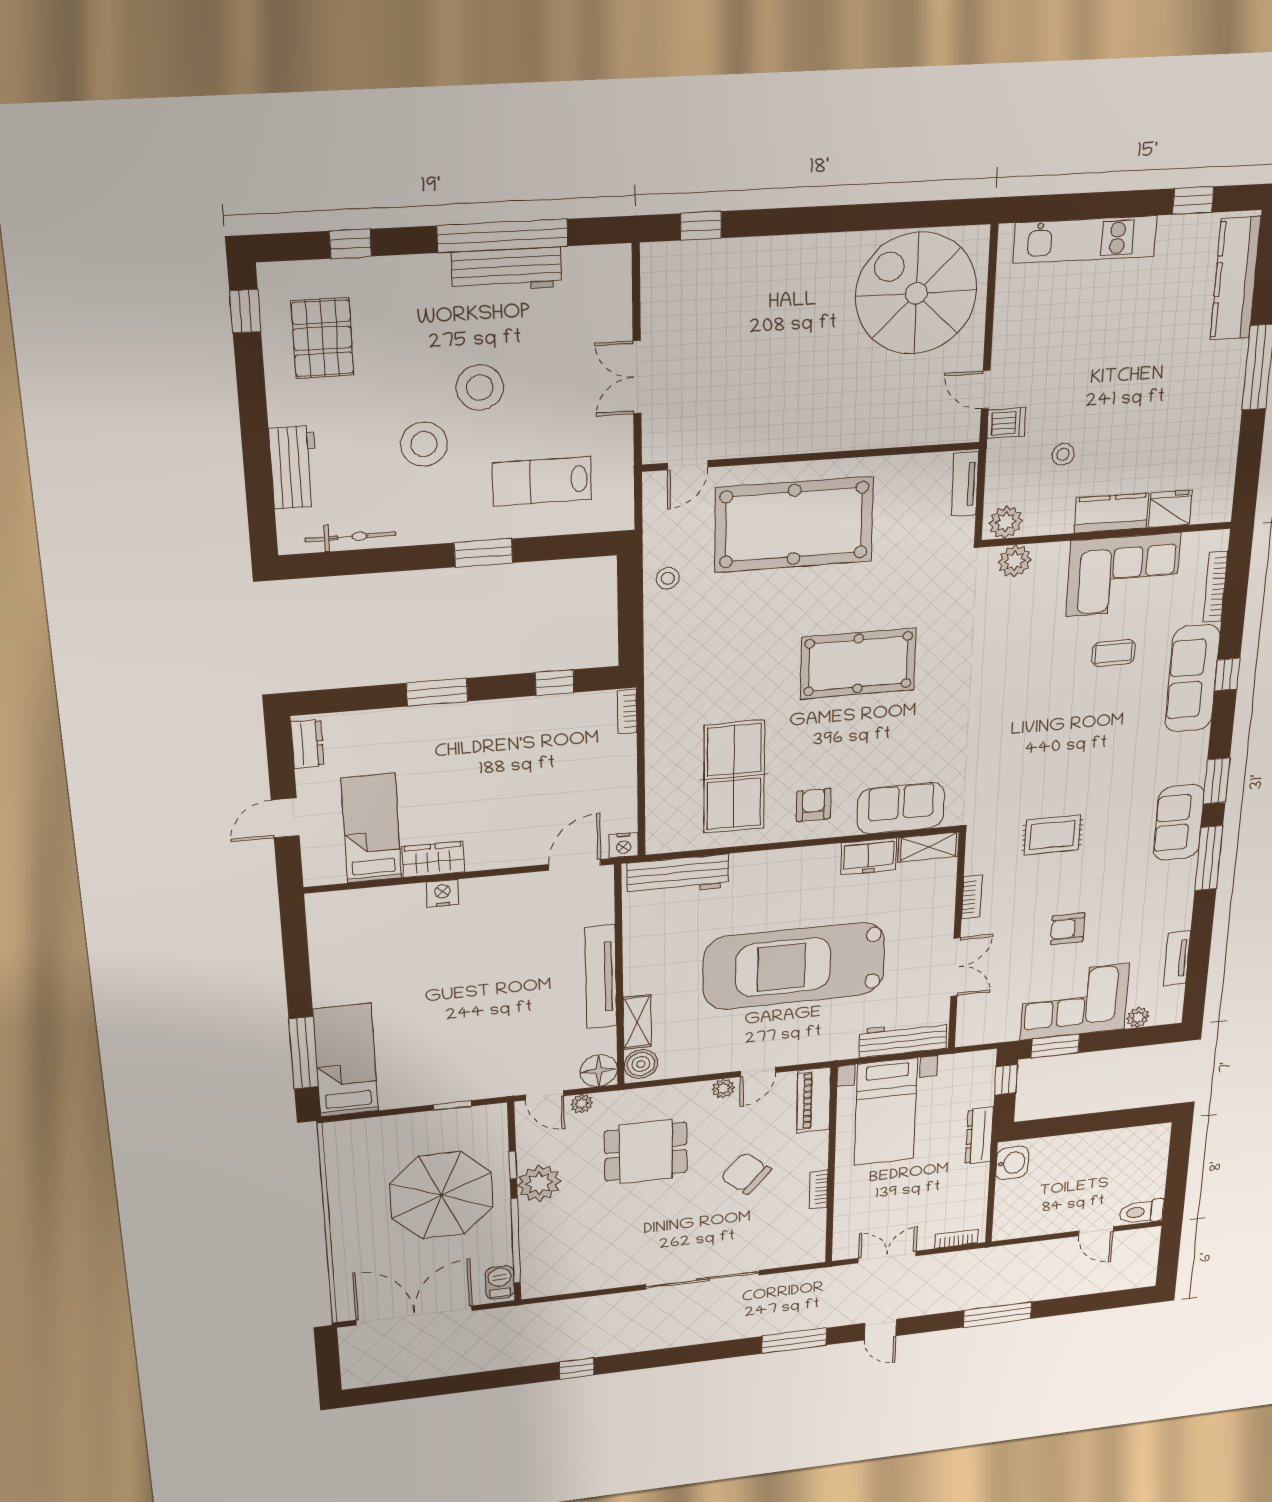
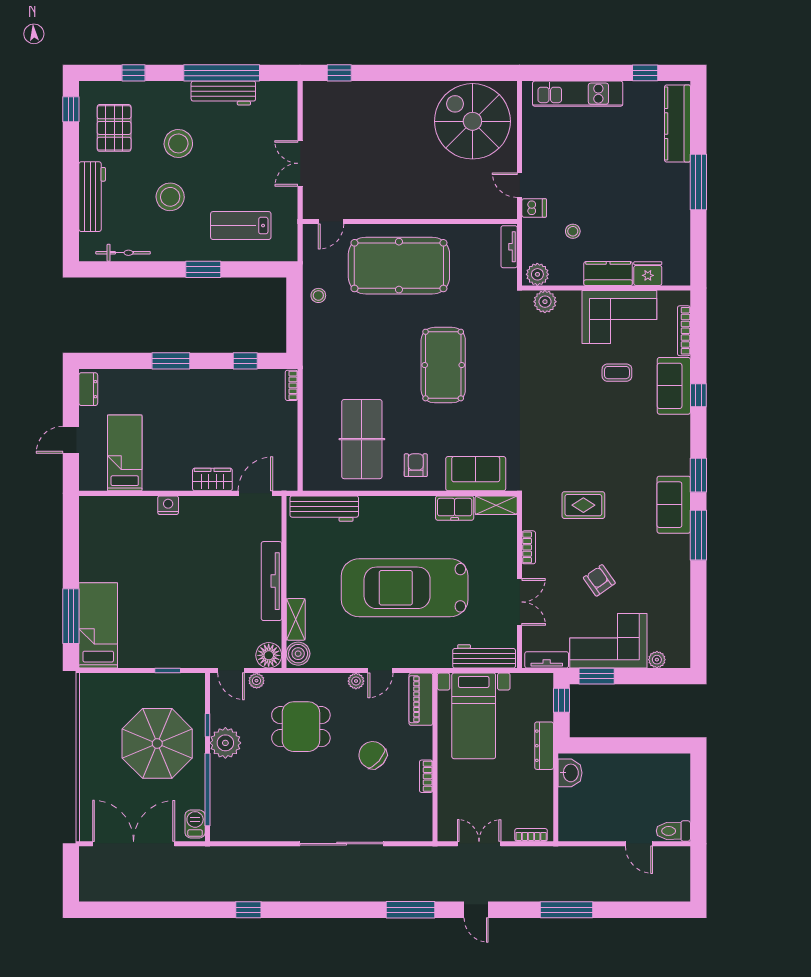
stool: (480, 388) -> (178, 143), moved
workbench: (294, 467) -> (92, 197), width x1.38
pool table: (858, 664) -> (443, 365), turned 90
sofa: (1192, 679) -> (674, 386), width x0.73
nightstand: (624, 845) -> (288, 482), removed
wardrobe: (433, 859) -> (212, 479), moved
armchair: (1068, 929) -> (599, 580), turned 55
tv unit: (1177, 958) -> (547, 660), moved, turned 90

